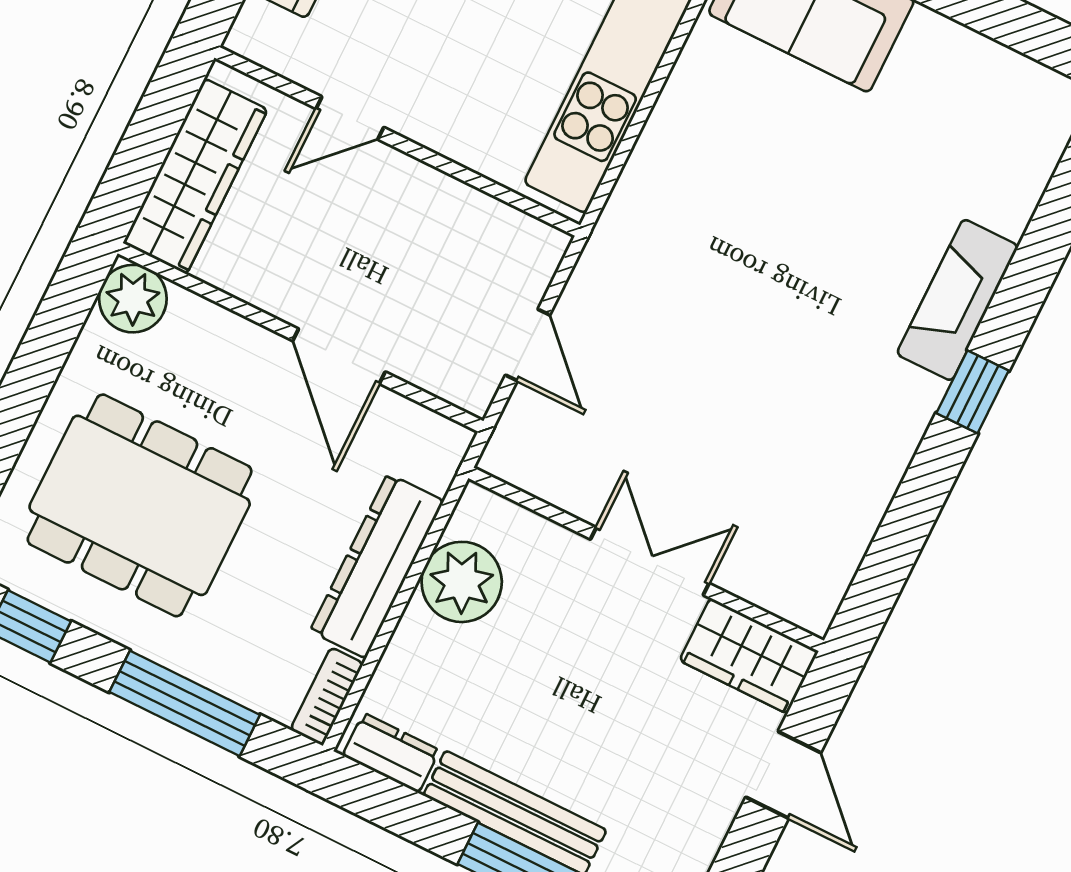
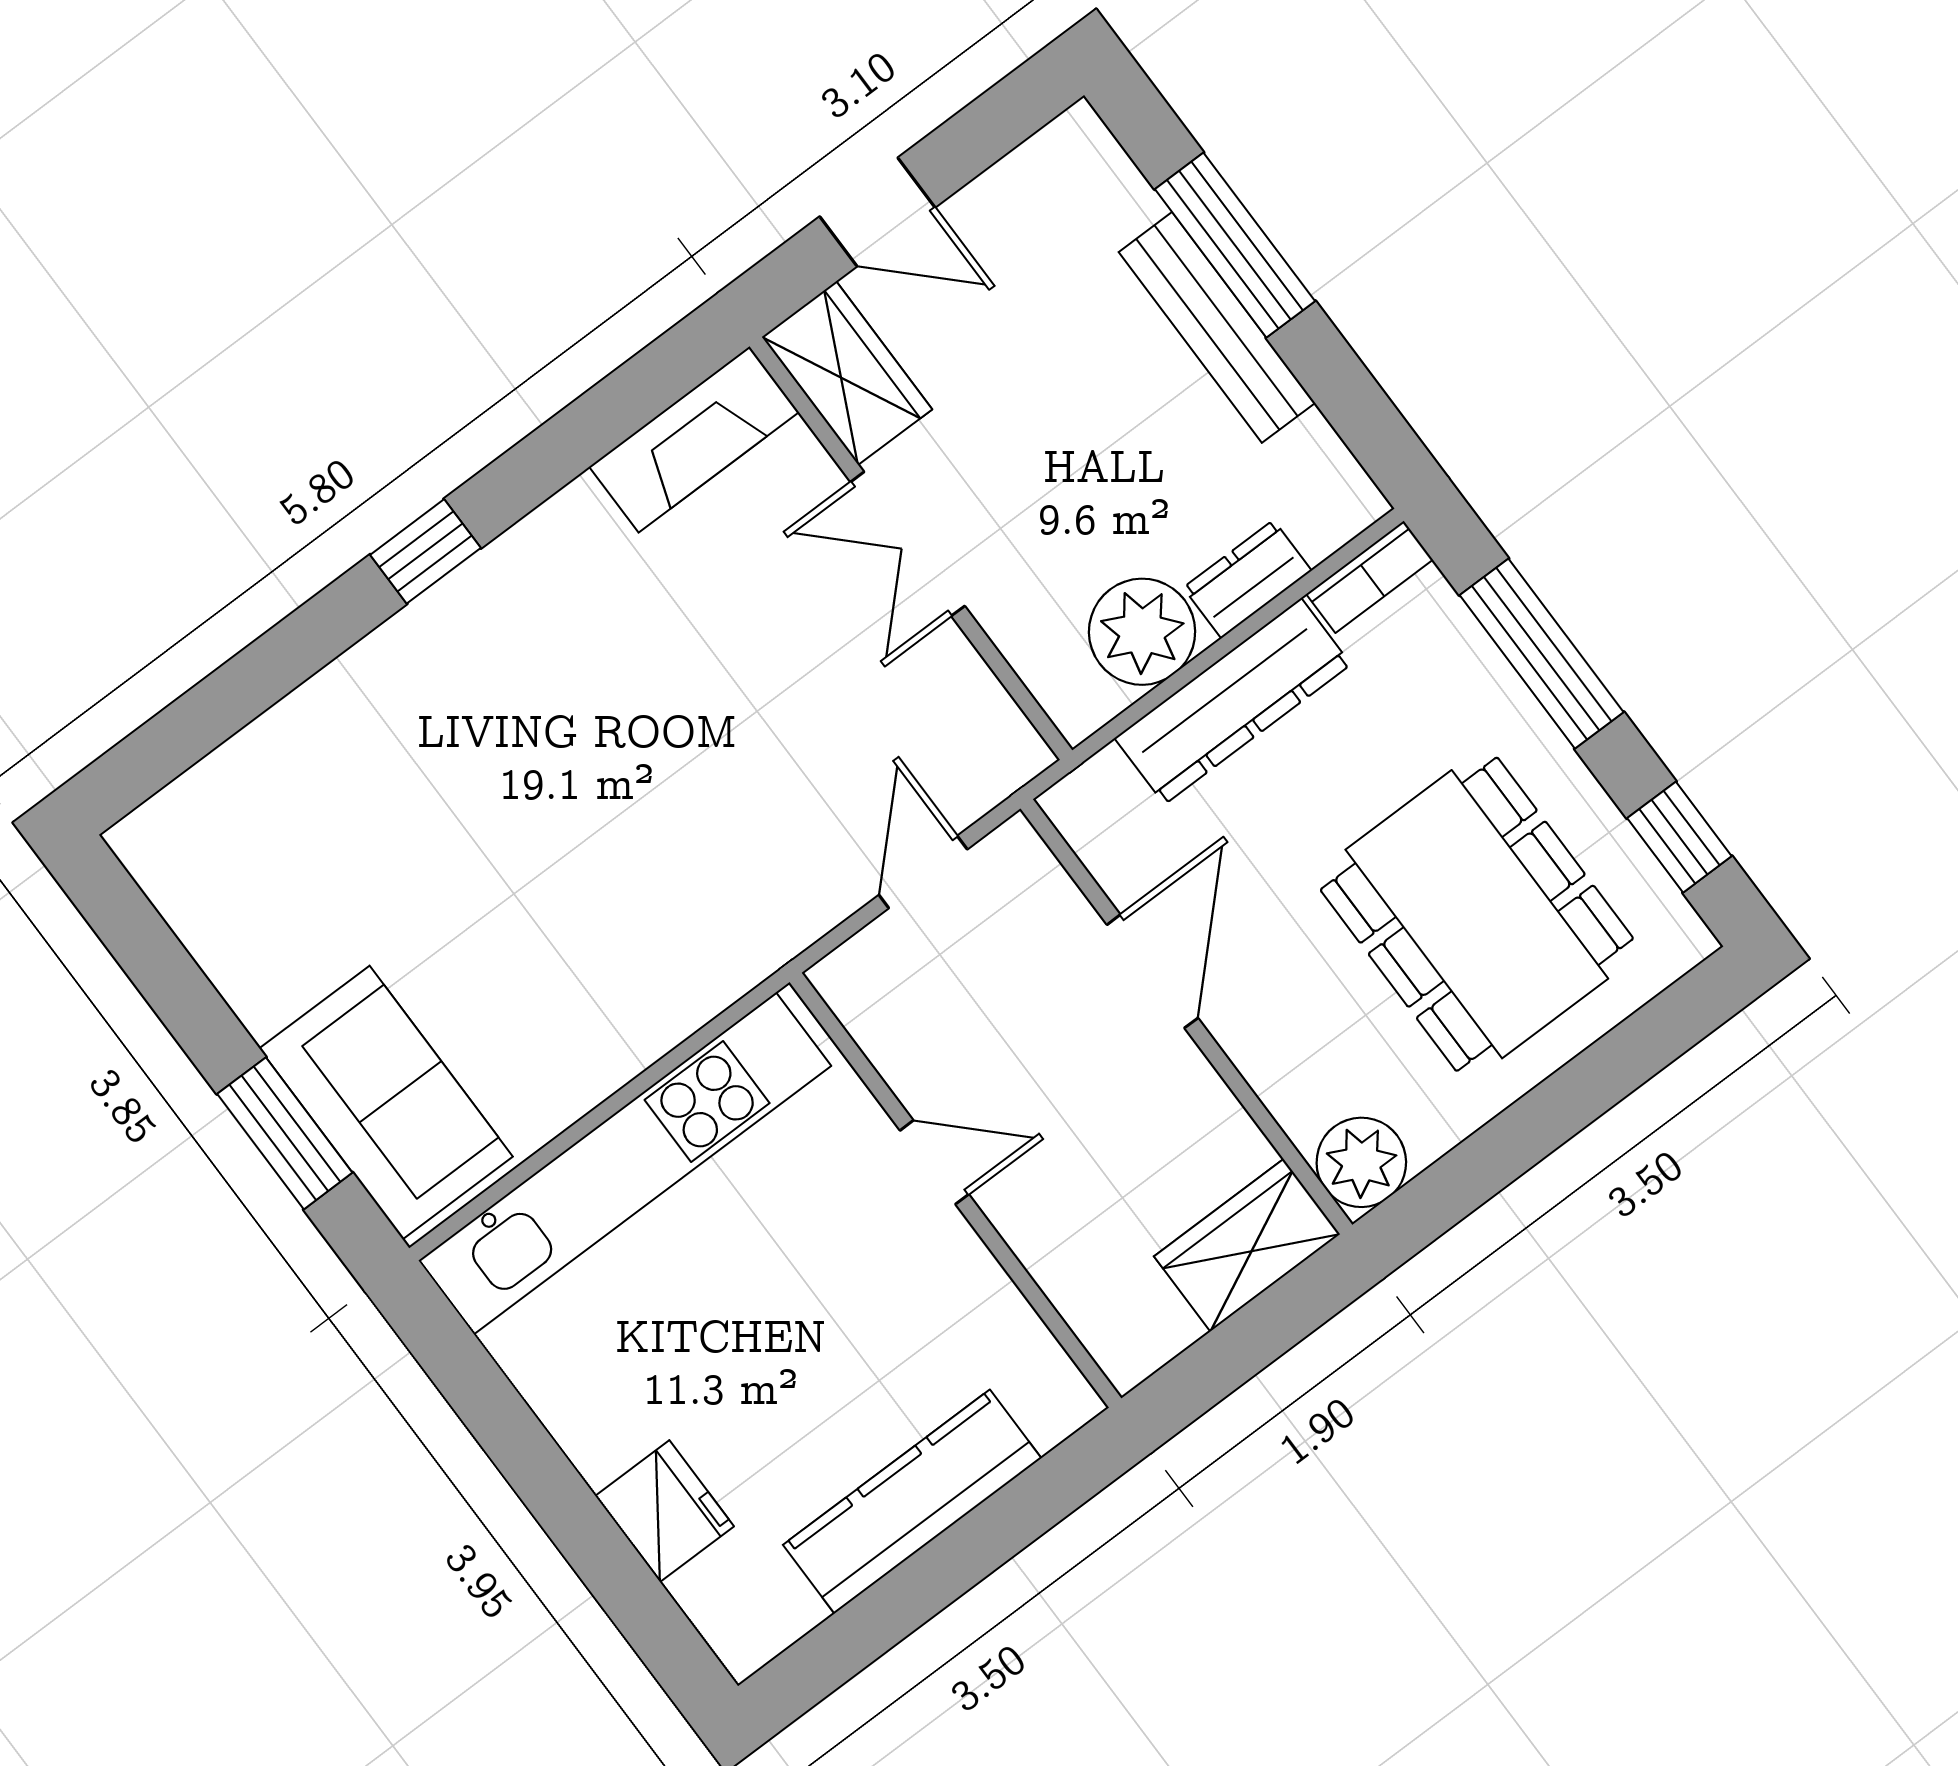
door: (350, 118) -> (934, 1162), moved
wardrobe: (195, 176) -> (1247, 1245), width x0.67
fireplace: (958, 300) -> (694, 439), moved
dresser: (391, 753) -> (1247, 579), moved, turned 90
door: (783, 775) -> (877, 212), swing flipped

